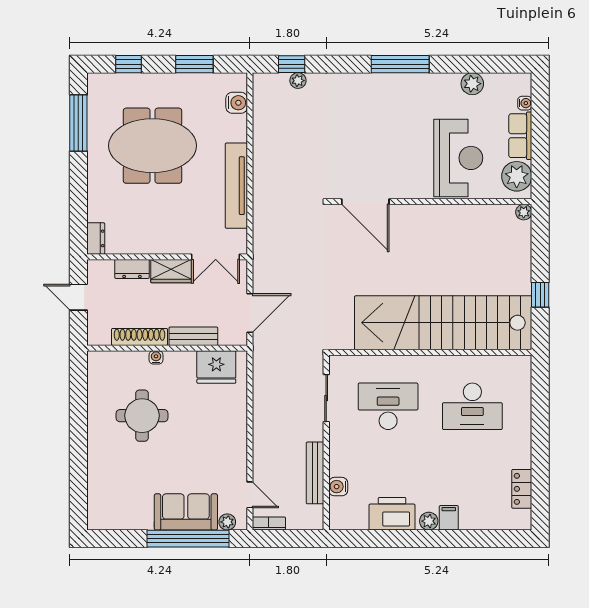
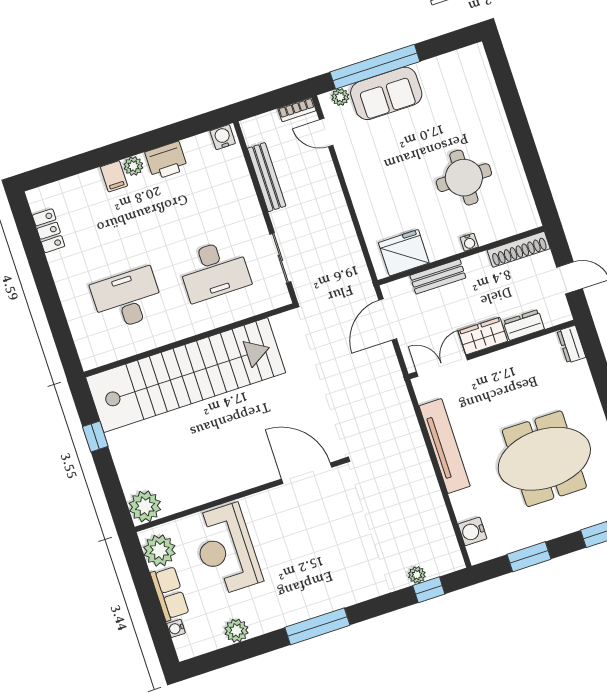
plant: (524, 212) -> (145, 506), width x1.88, depth x1.88
shoe rack: (140, 337) -> (519, 249), moved
water cooler: (338, 487) -> (223, 137), moved, turned -90
printer: (392, 514) -> (166, 161), width x0.73, depth x0.84

